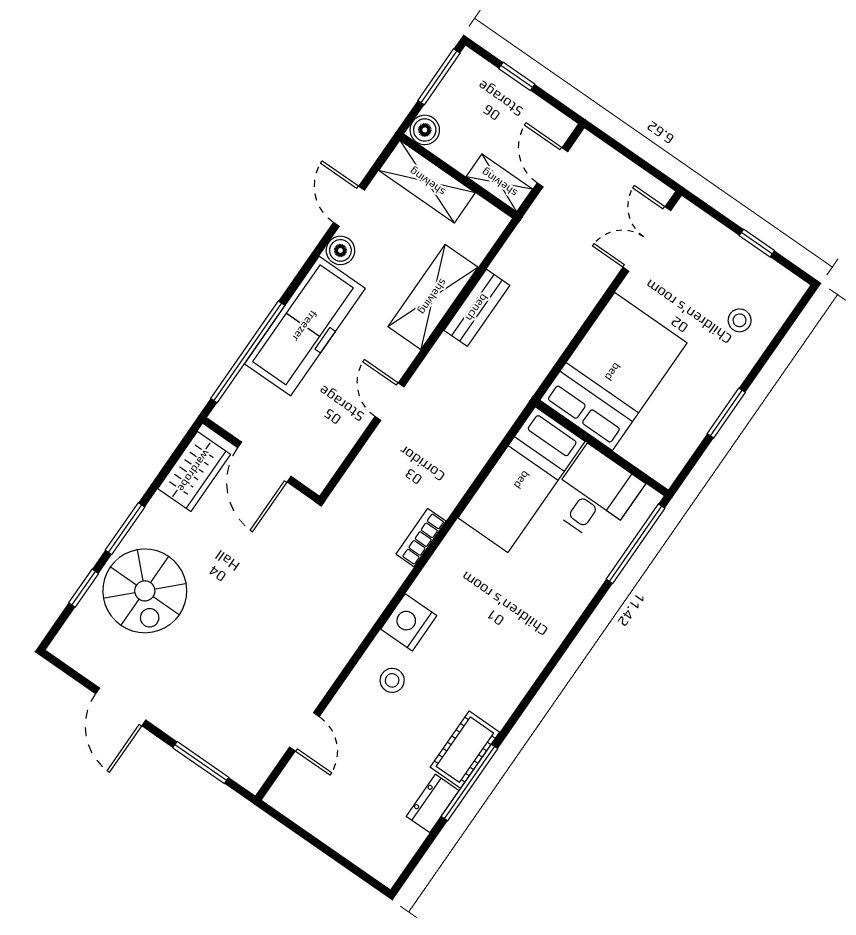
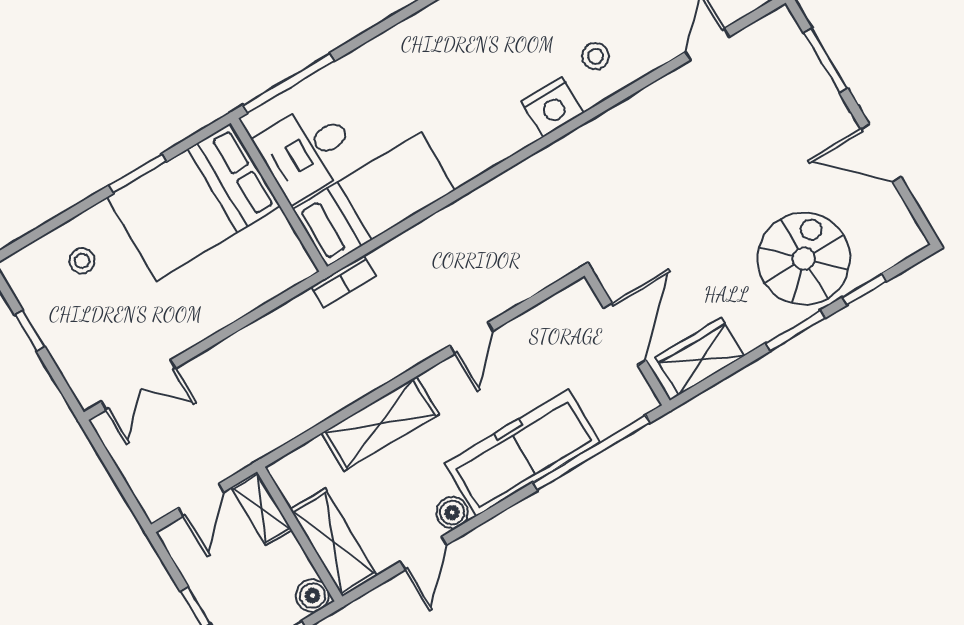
bench: (477, 308) -> (341, 393), removed
bed: (613, 372) -> (194, 202), moved
bookcase: (421, 538) -> (344, 281), moved
door: (121, 707) -> (881, 153), swing flipped

